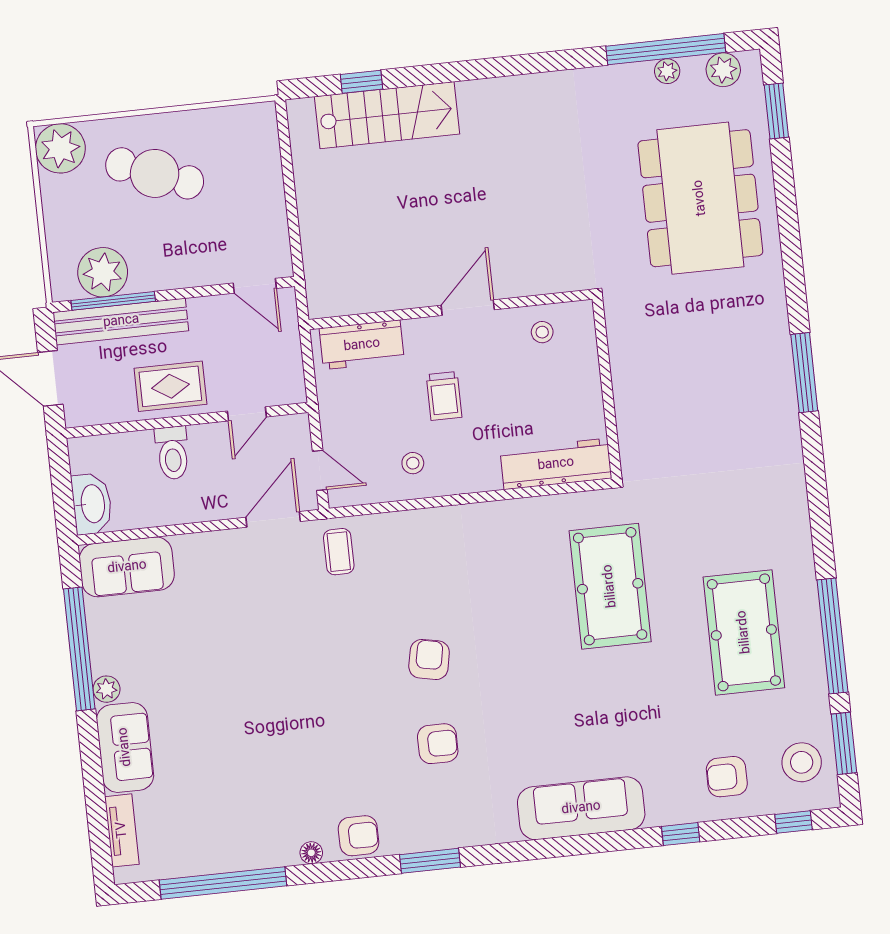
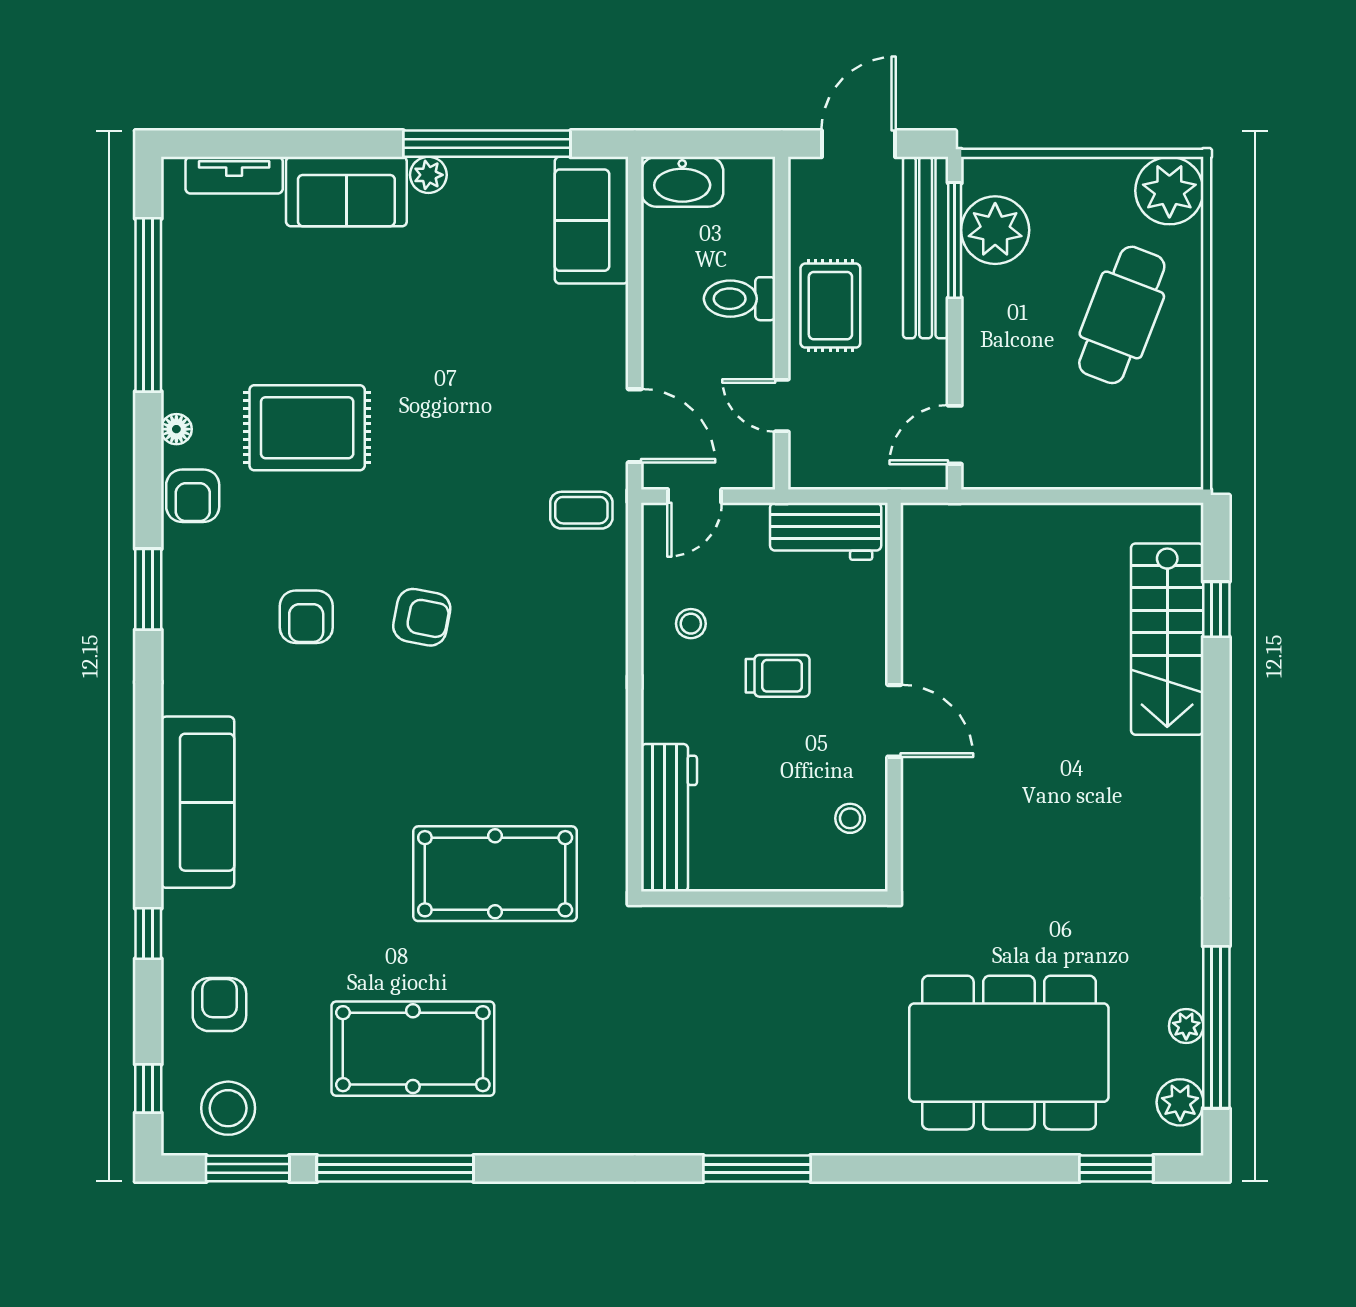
workbench: (362, 345) -> (826, 531), moved, turned -90
trolley: (444, 396) -> (778, 676), turned 180
rug: (300, 758) -> (307, 428), added

